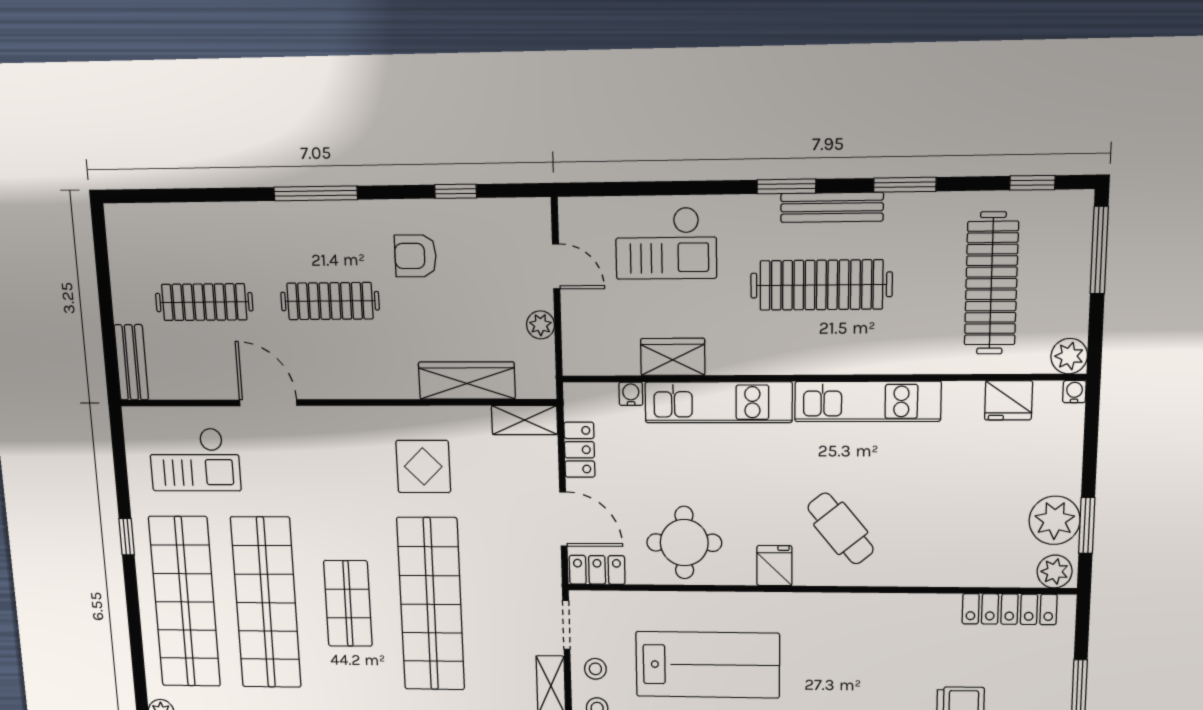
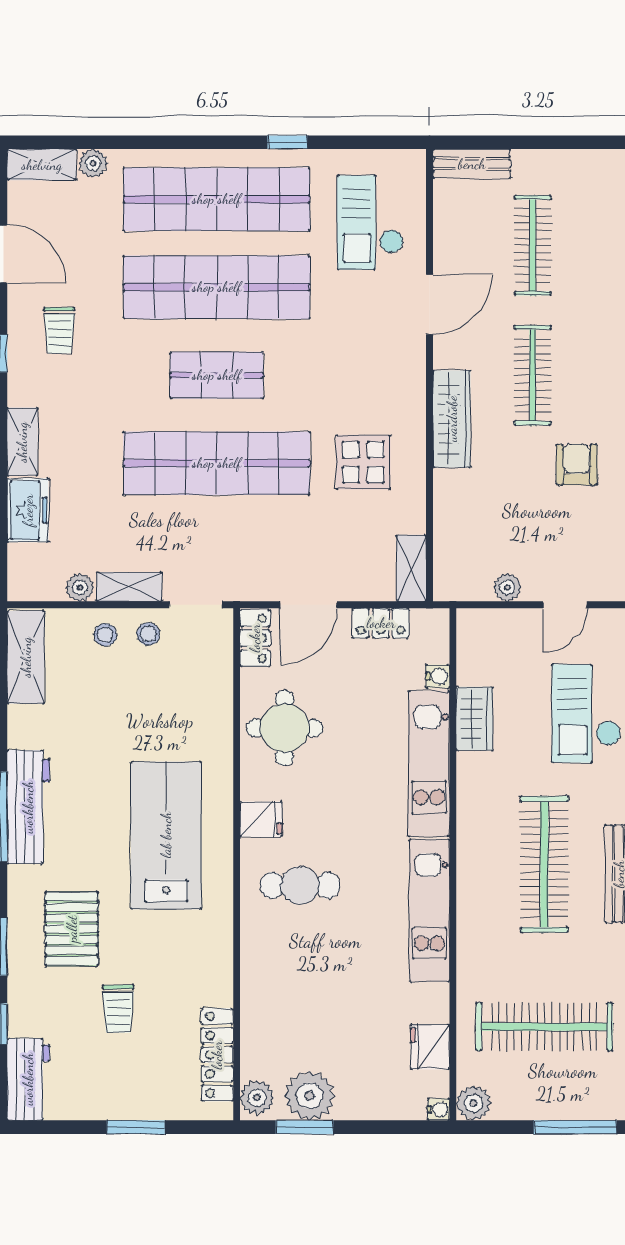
wardrobe: (467, 381) -> (452, 419), moved
cafe table: (841, 528) -> (300, 885), turned 39
lab bench: (708, 665) -> (166, 835), moved, turned 180

